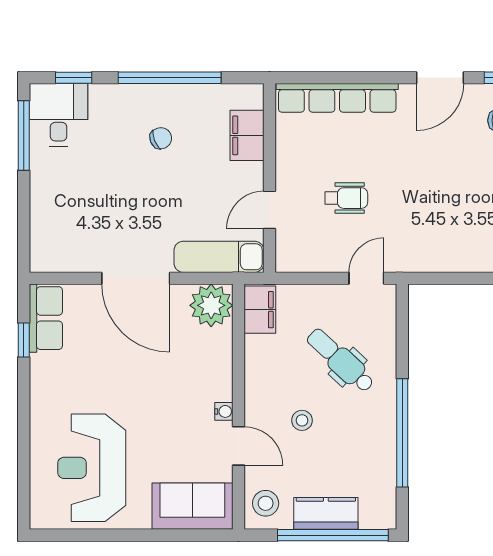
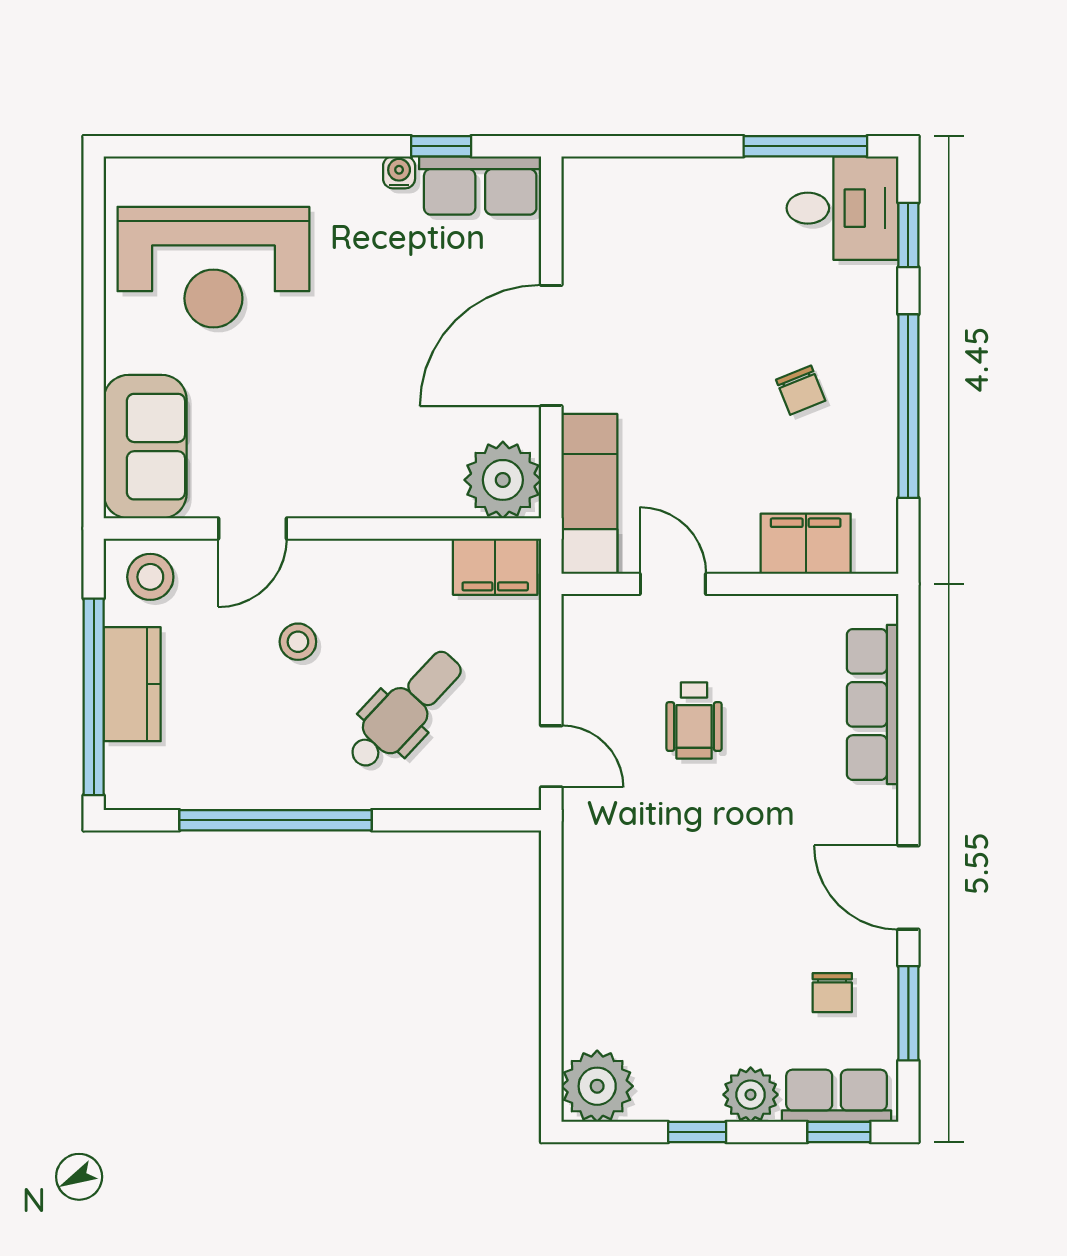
row of seats: (337, 98) -> (873, 704), width x0.73
water cooler: (224, 411) -> (399, 172), moved, turned 180
reception desk: (92, 468) -> (213, 267), turned 180

